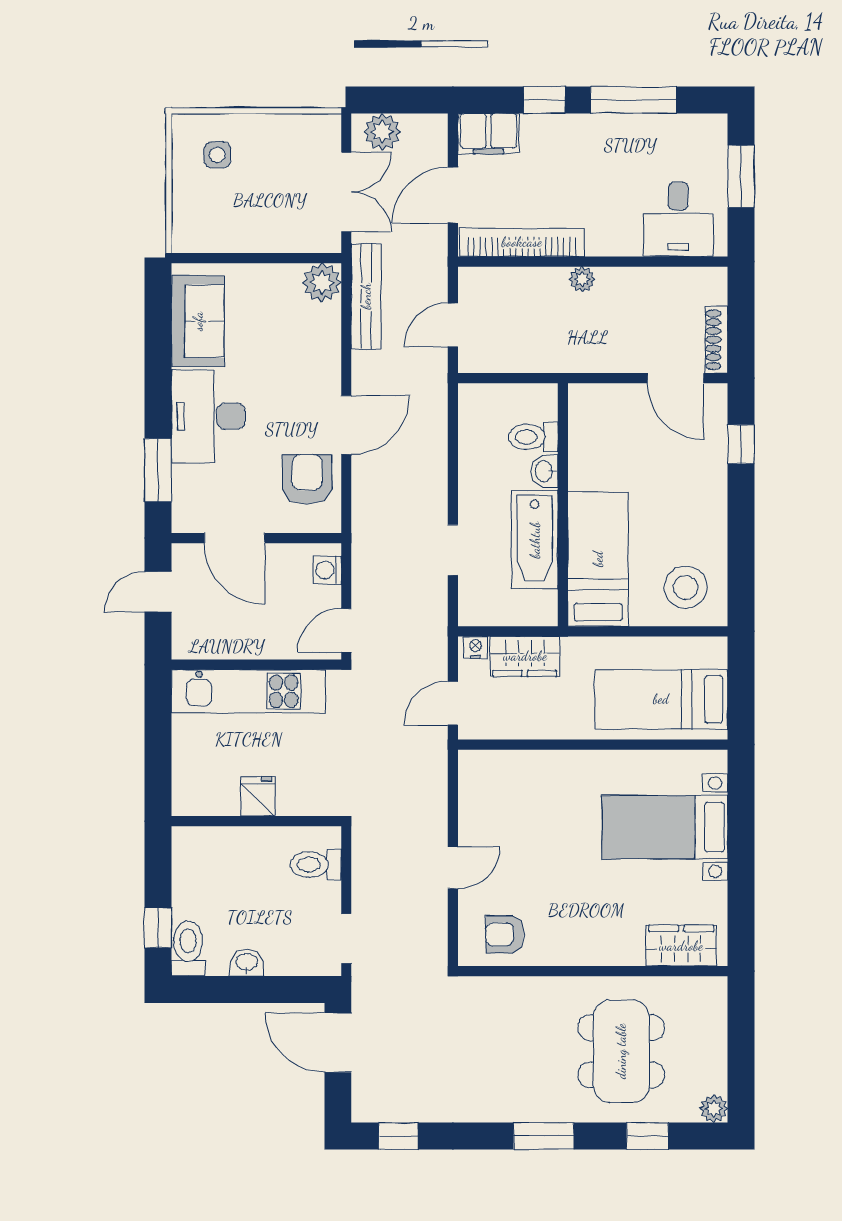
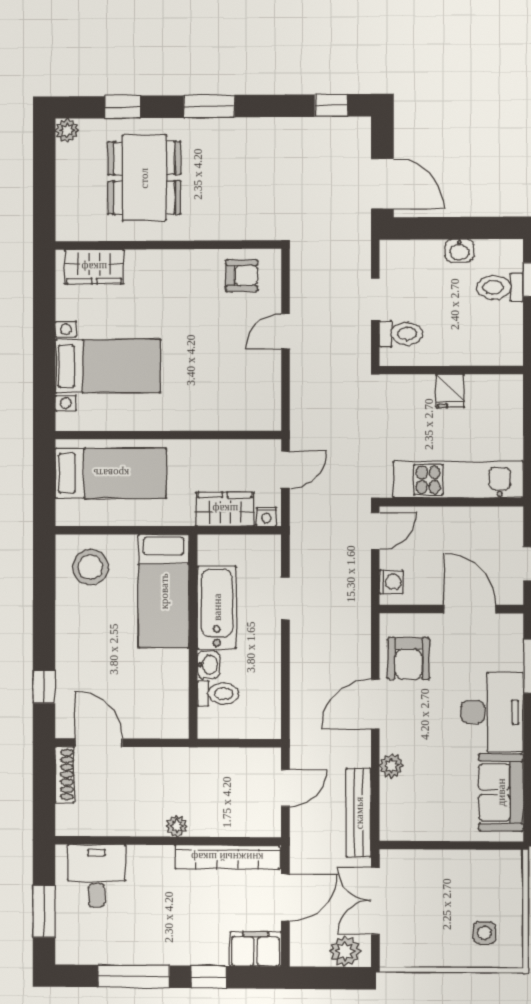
plant: (322, 283) -> (391, 766), moved, width x0.73, depth x0.73
doorway: (346, 939) -> (375, 299), moved
toilet: (188, 949) -> (500, 287), moved, turned 90

